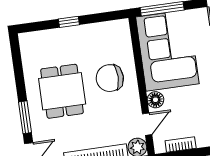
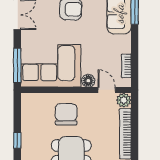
chair: (110, 78) -> (66, 114), turned 180

